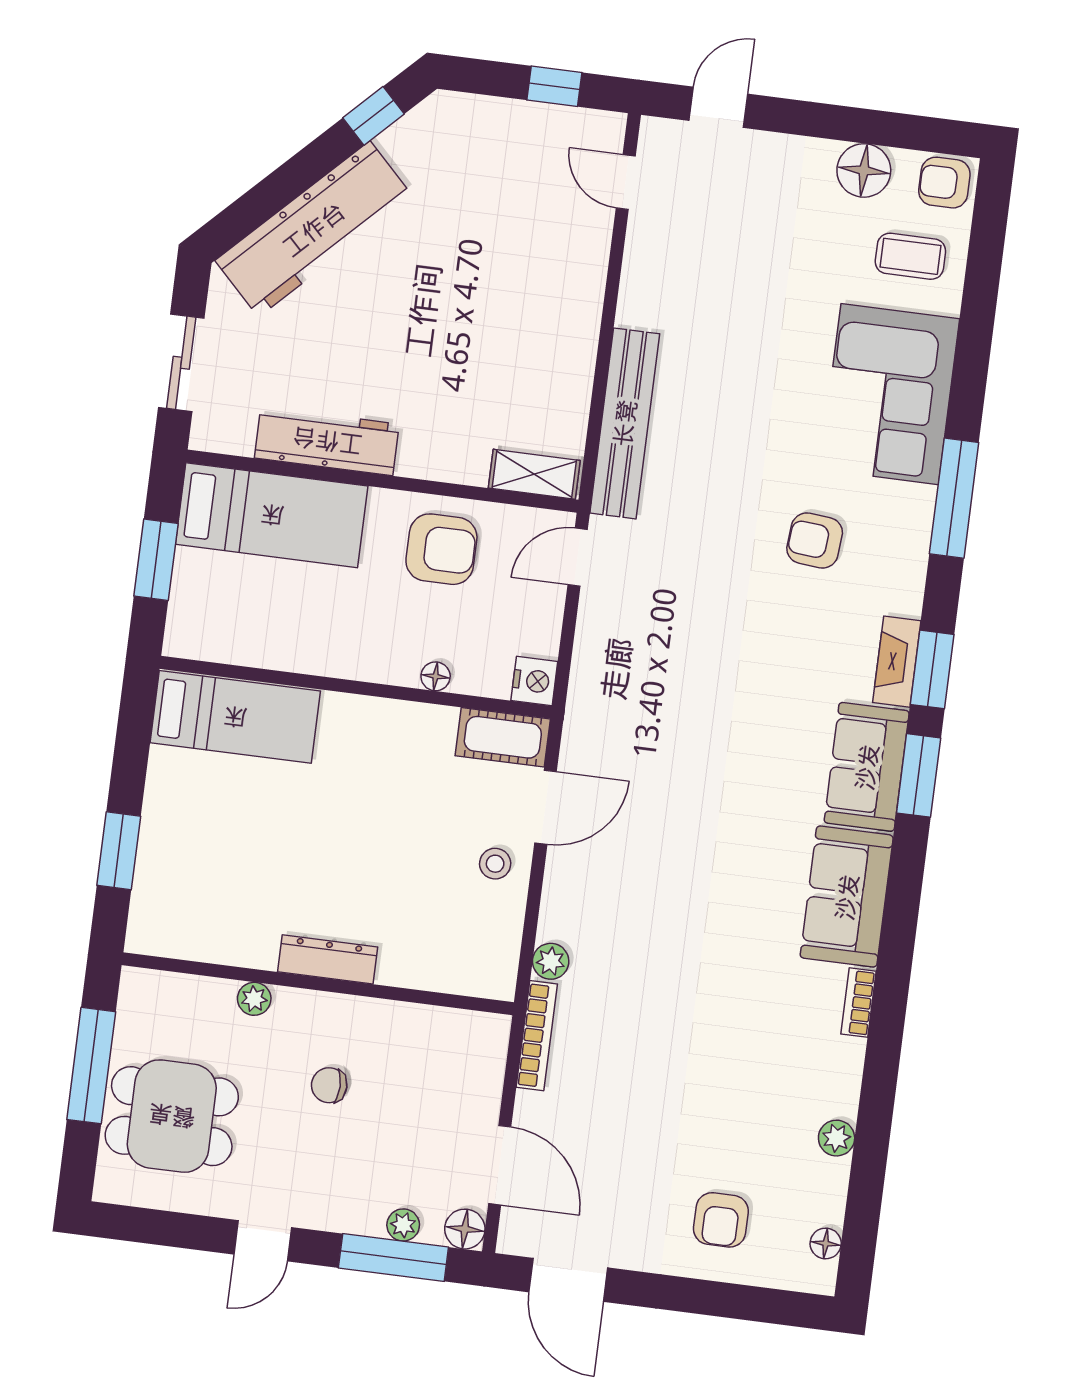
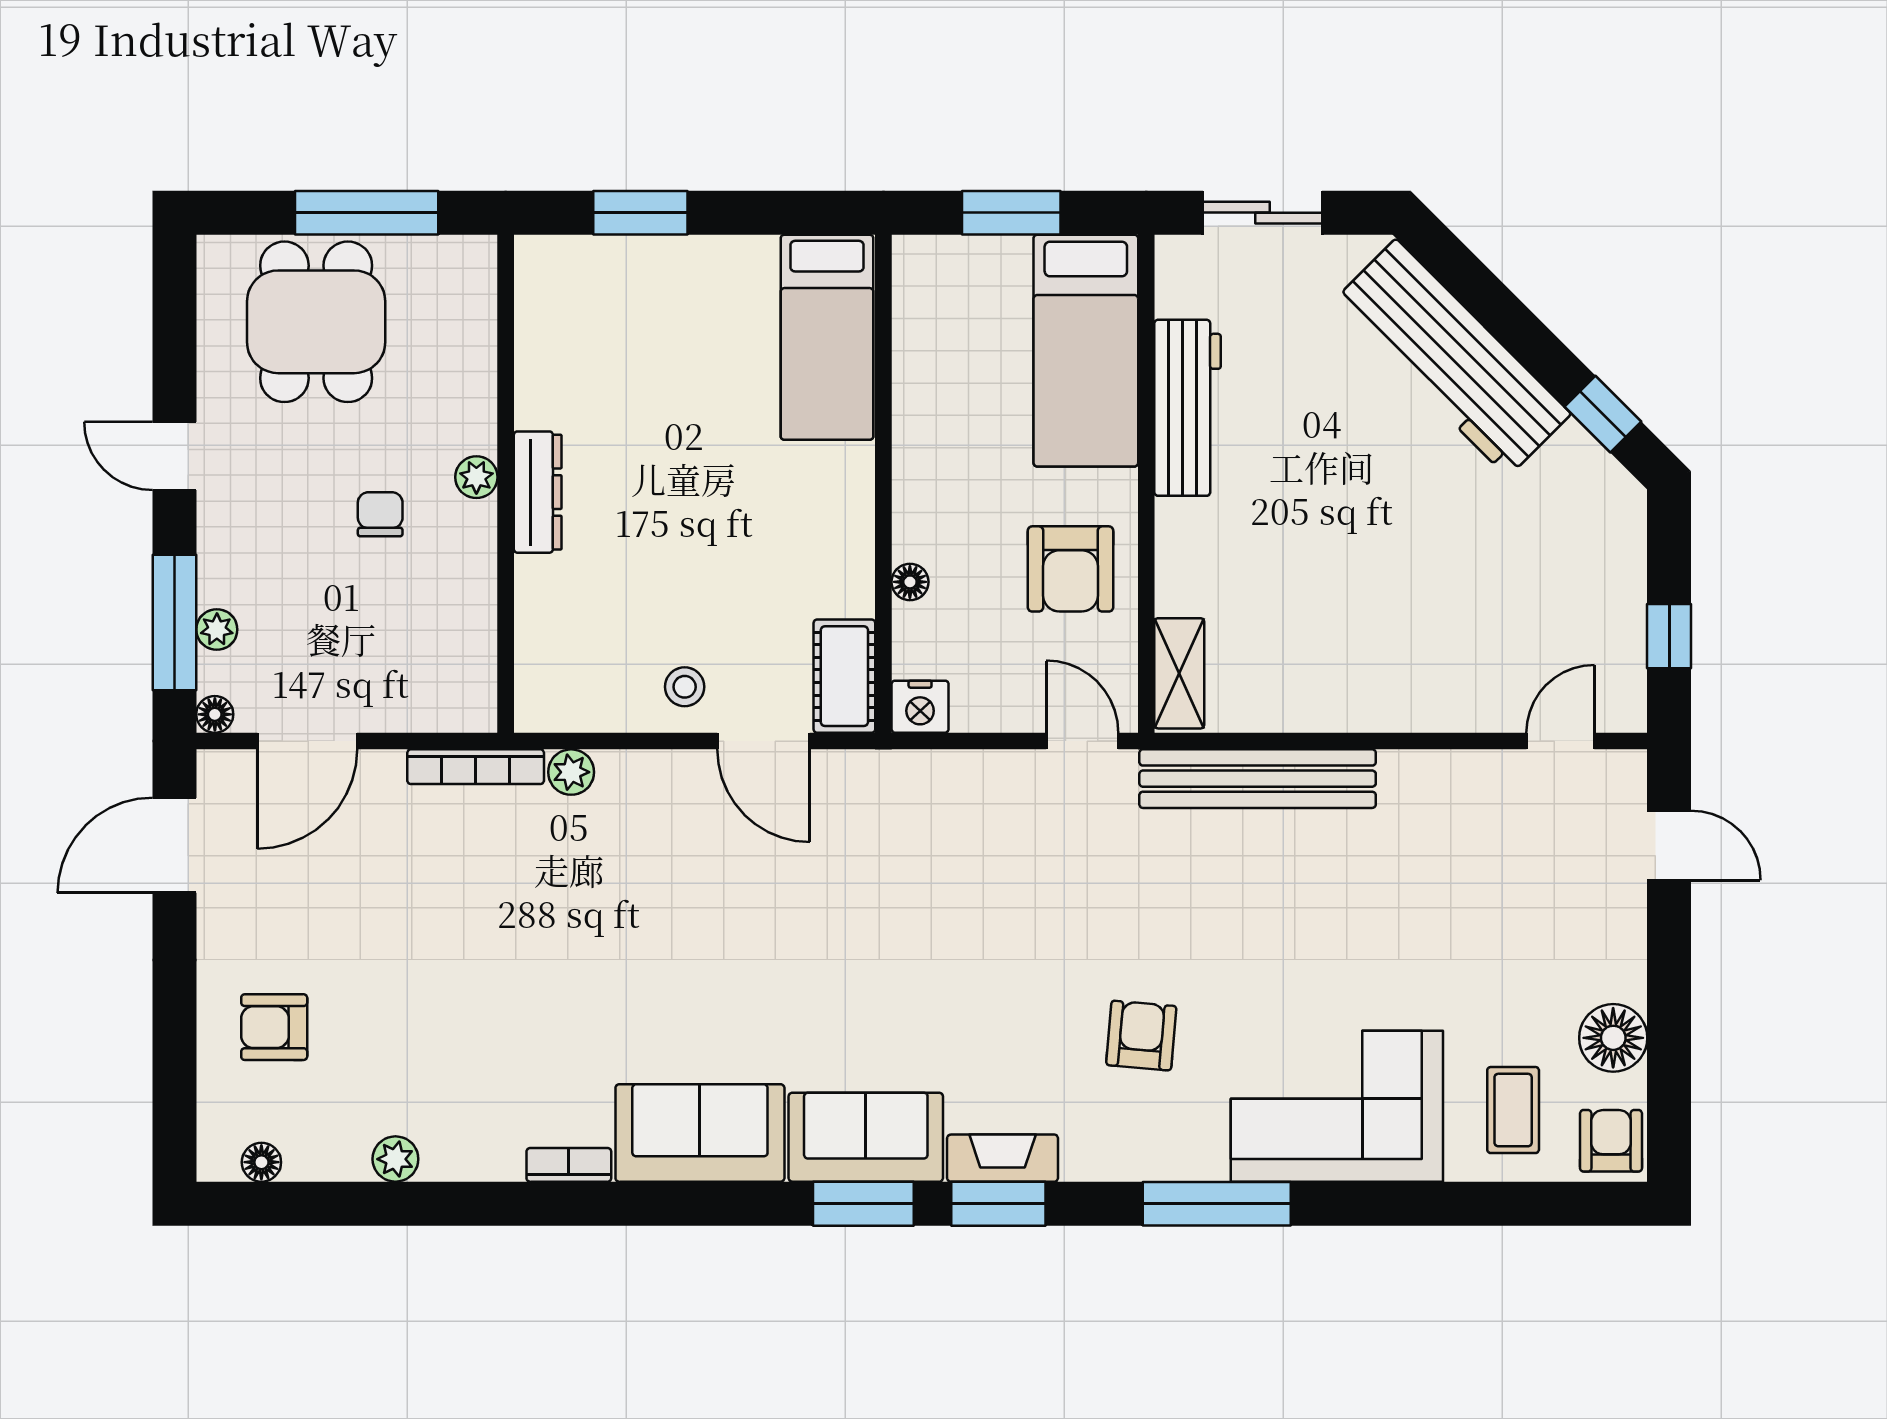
plant: (254, 999) -> (476, 477), moved
floor lamp: (465, 1229) -> (215, 714), width x0.73, depth x0.73

